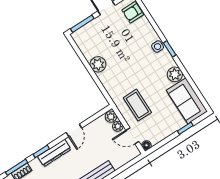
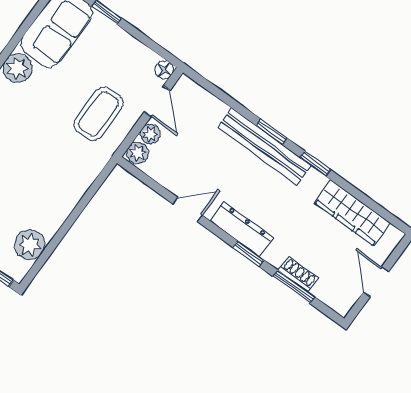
plant: (98, 64) -> (30, 245), moved

